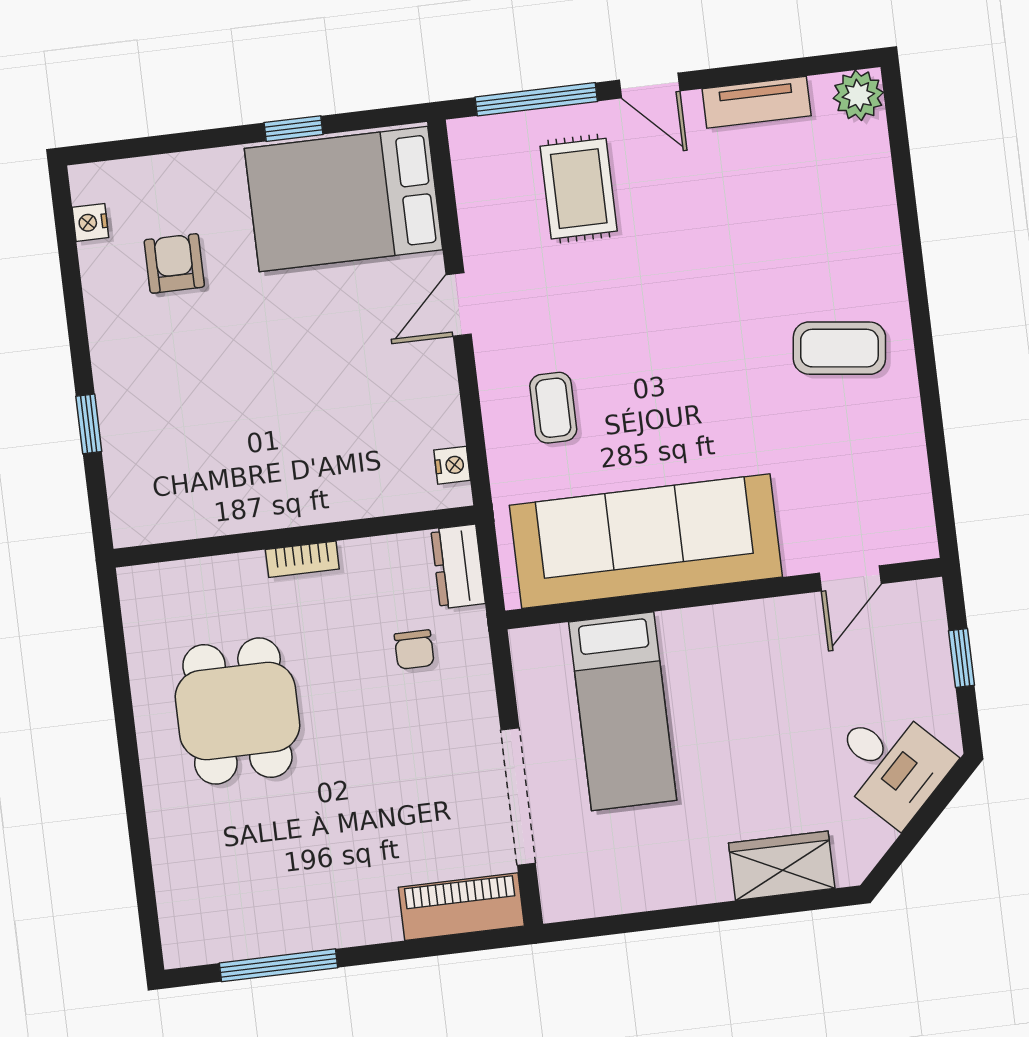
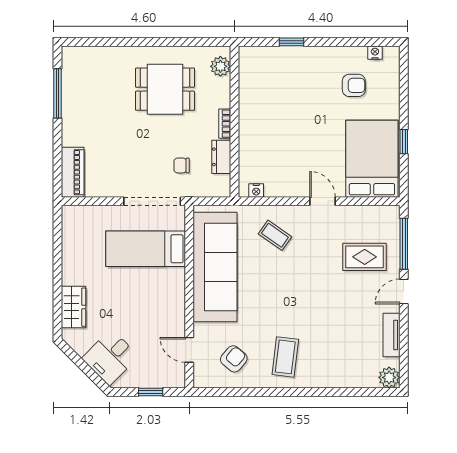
coffee table: (553, 408) -> (275, 235), turned 35
armchair: (859, 470) -> (234, 359), added
dresser: (458, 567) -> (221, 157), moved, turned -90
plant: (167, 586) -> (220, 66), added
doorway: (518, 796) -> (152, 201), moved

